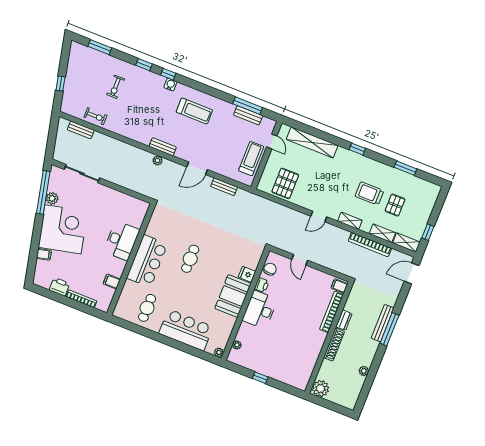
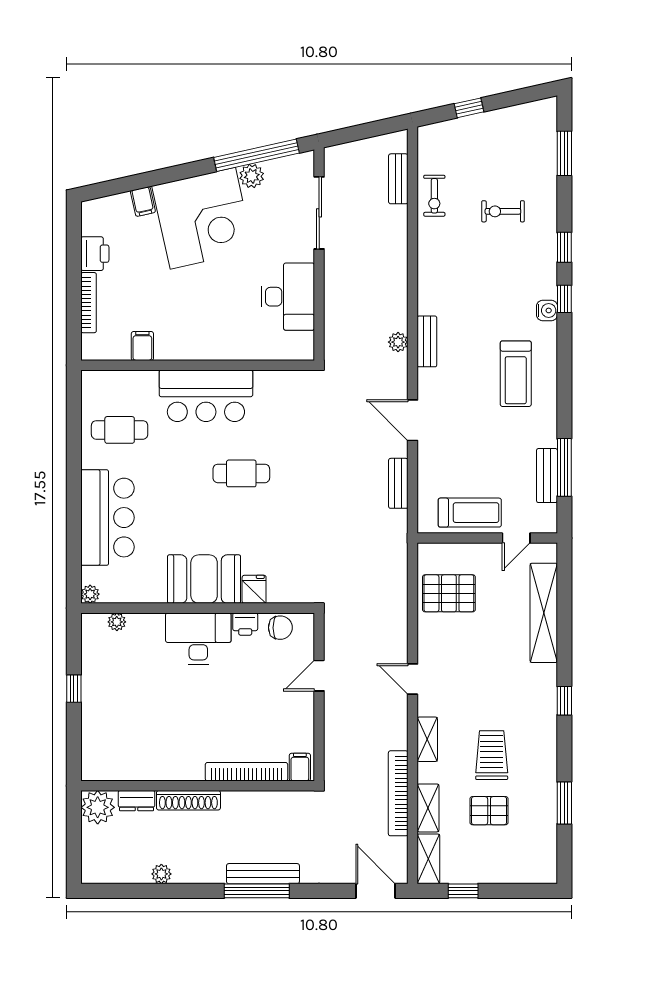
desk: (121, 241) -> (288, 297), moved, turned -90
dresser: (344, 320) -> (137, 801), moved

